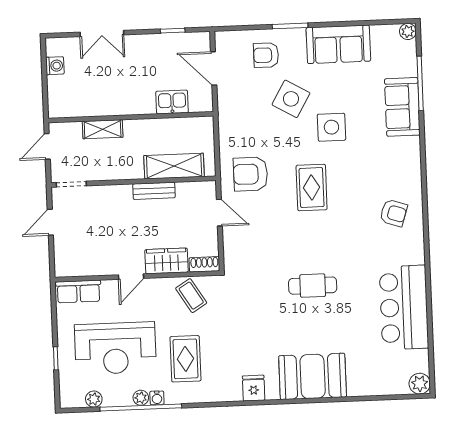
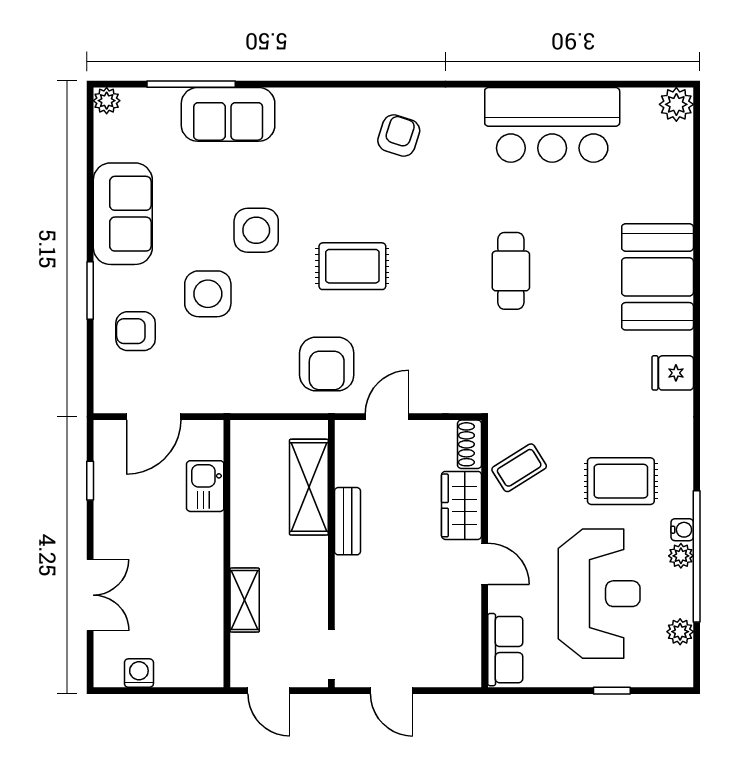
armchair: (266, 55) -> (136, 331), turned 90
side table: (291, 99) -> (208, 294), turned -30

